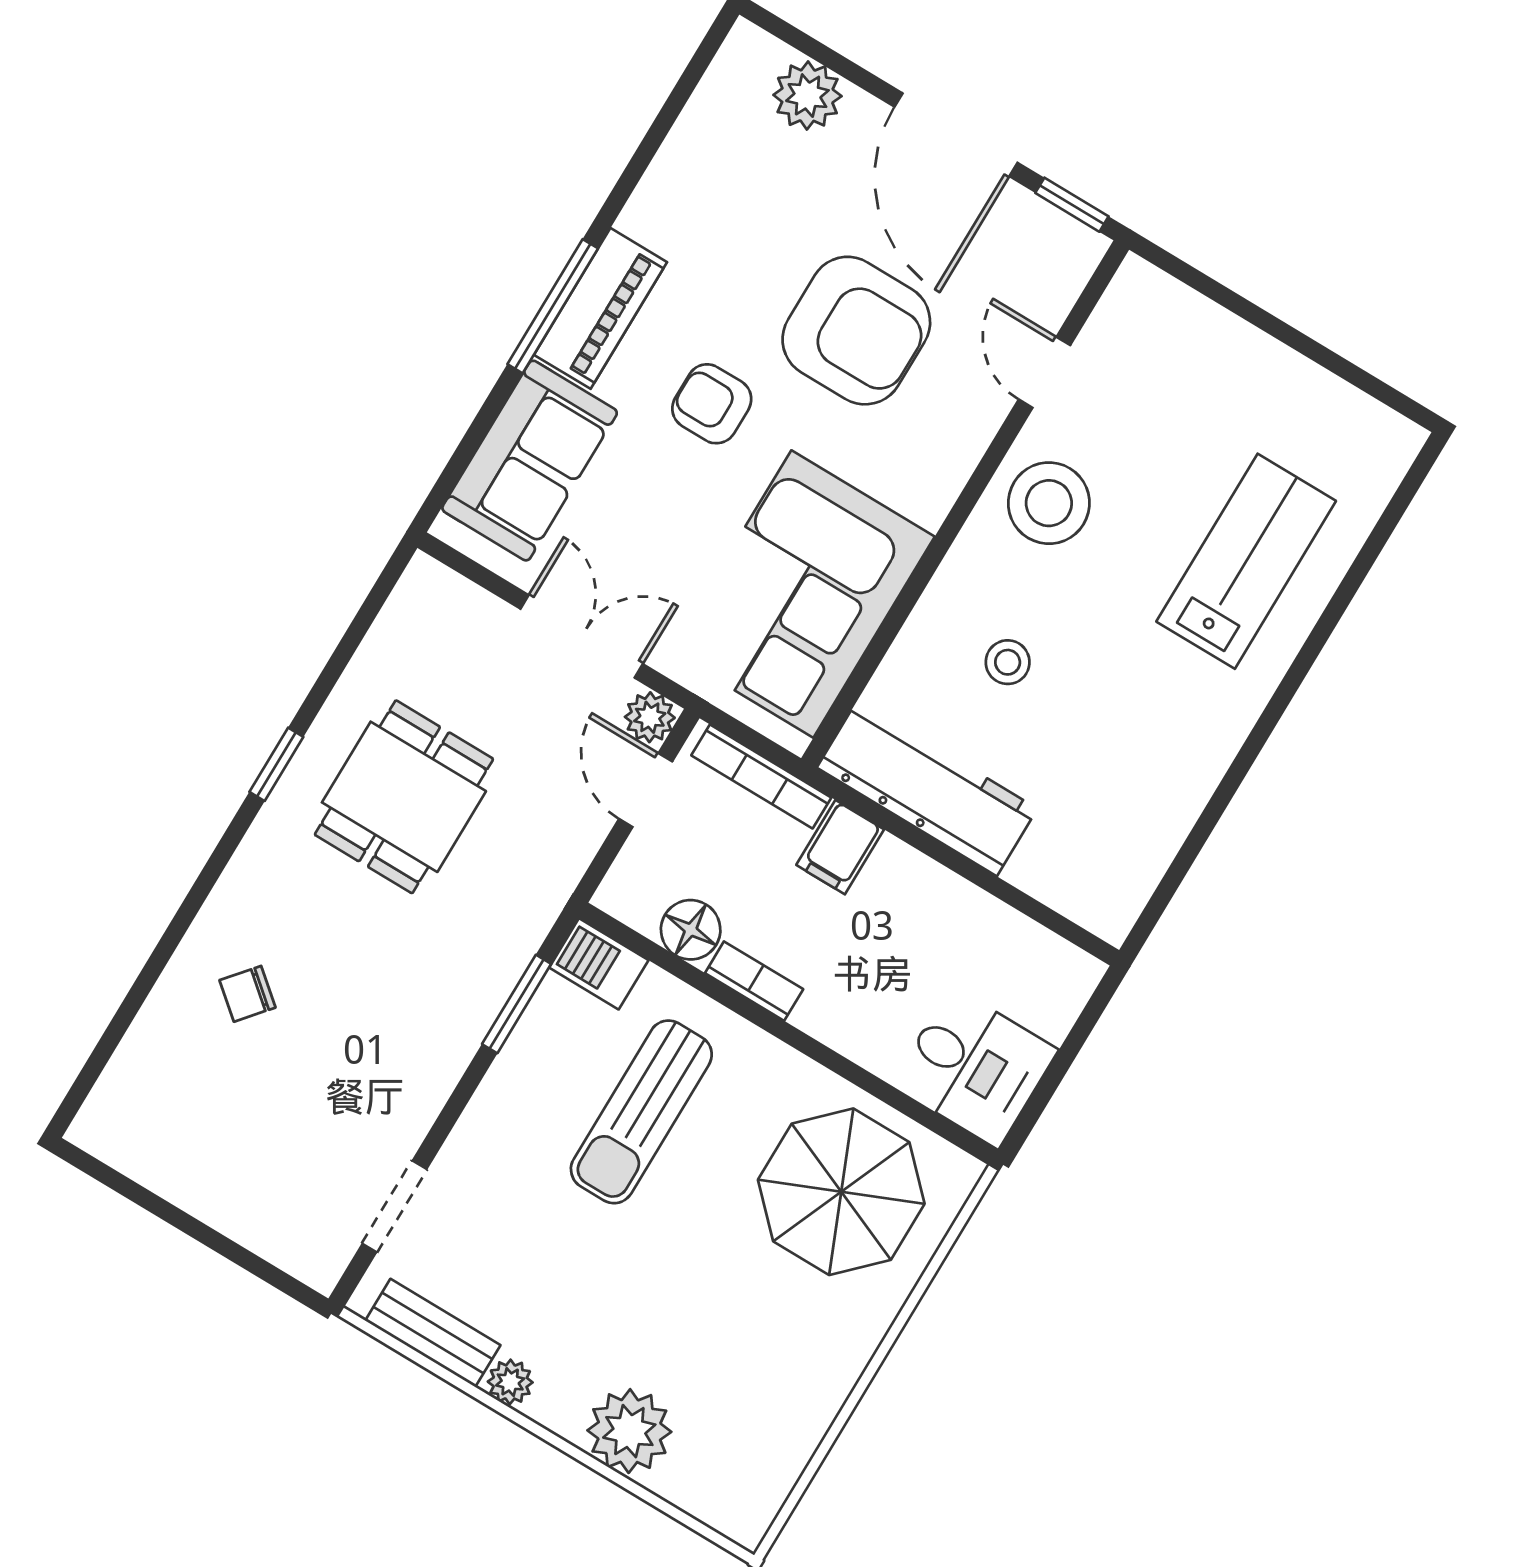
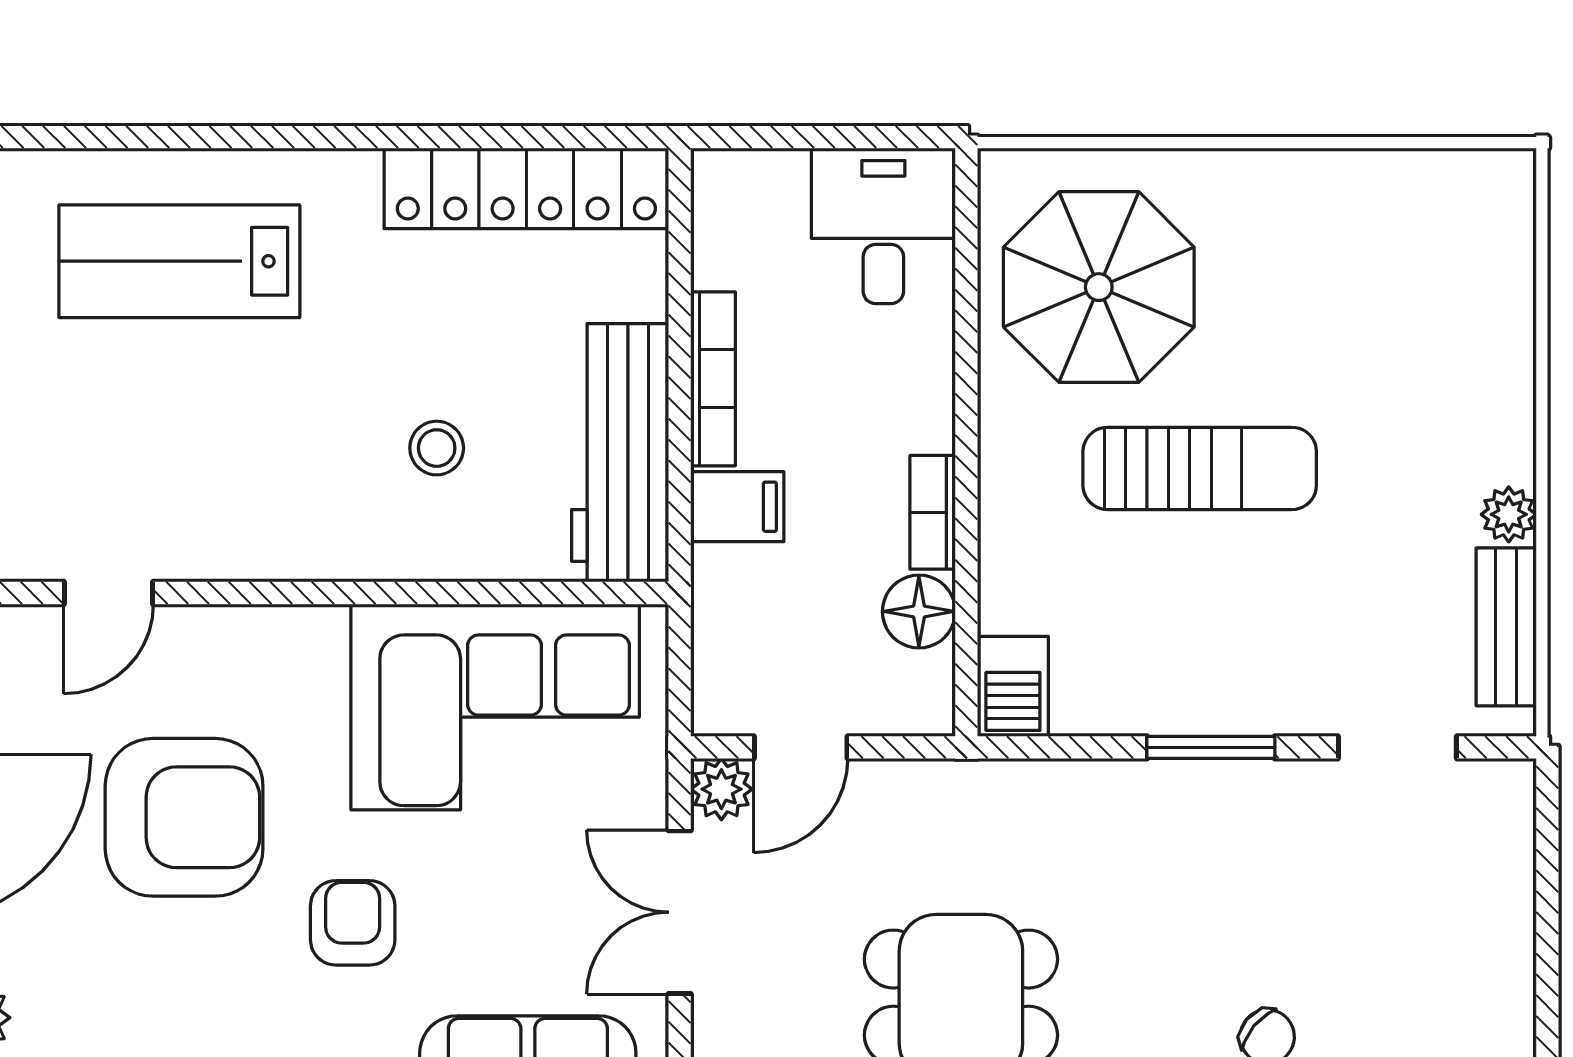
armchair: (856, 331) -> (184, 817), turned 90
armchair: (712, 404) -> (353, 923), turned 180
stool: (1049, 503) -> (243, 505), removed
bookcase: (761, 776) -> (713, 379), moved
locker: (1151, 834) -> (526, 188), added
window: (517, 1004) -> (1211, 747), moved
sun lounger: (641, 1112) -> (1200, 468), moved
plant: (629, 1431) -> (1485, 358), removed

